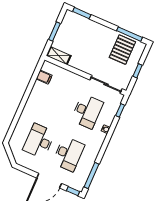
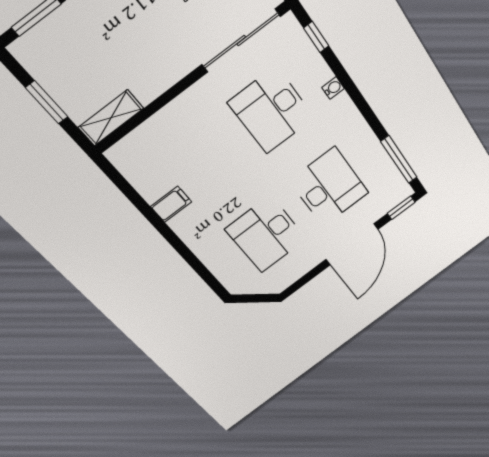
filing cabinet: (44, 77) -> (171, 204), moved
desk: (87, 111) -> (272, 110), turned 180

